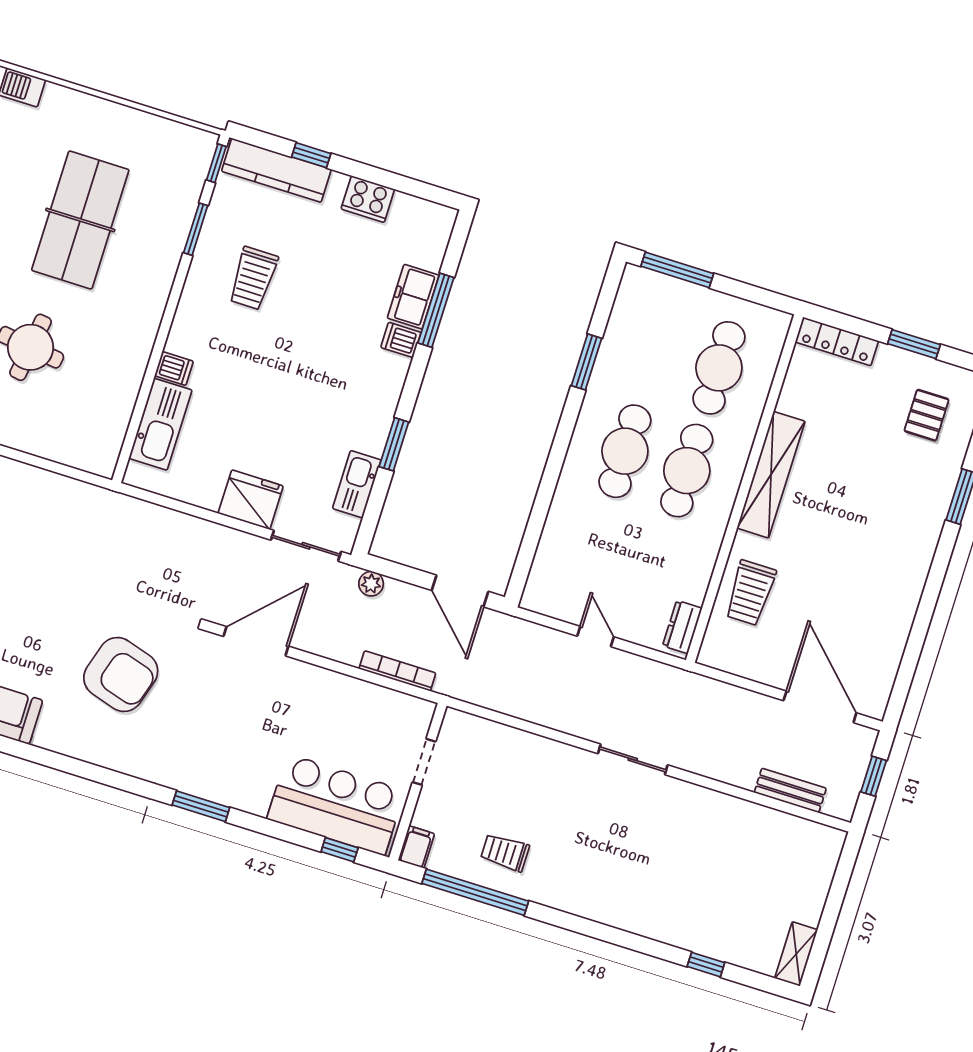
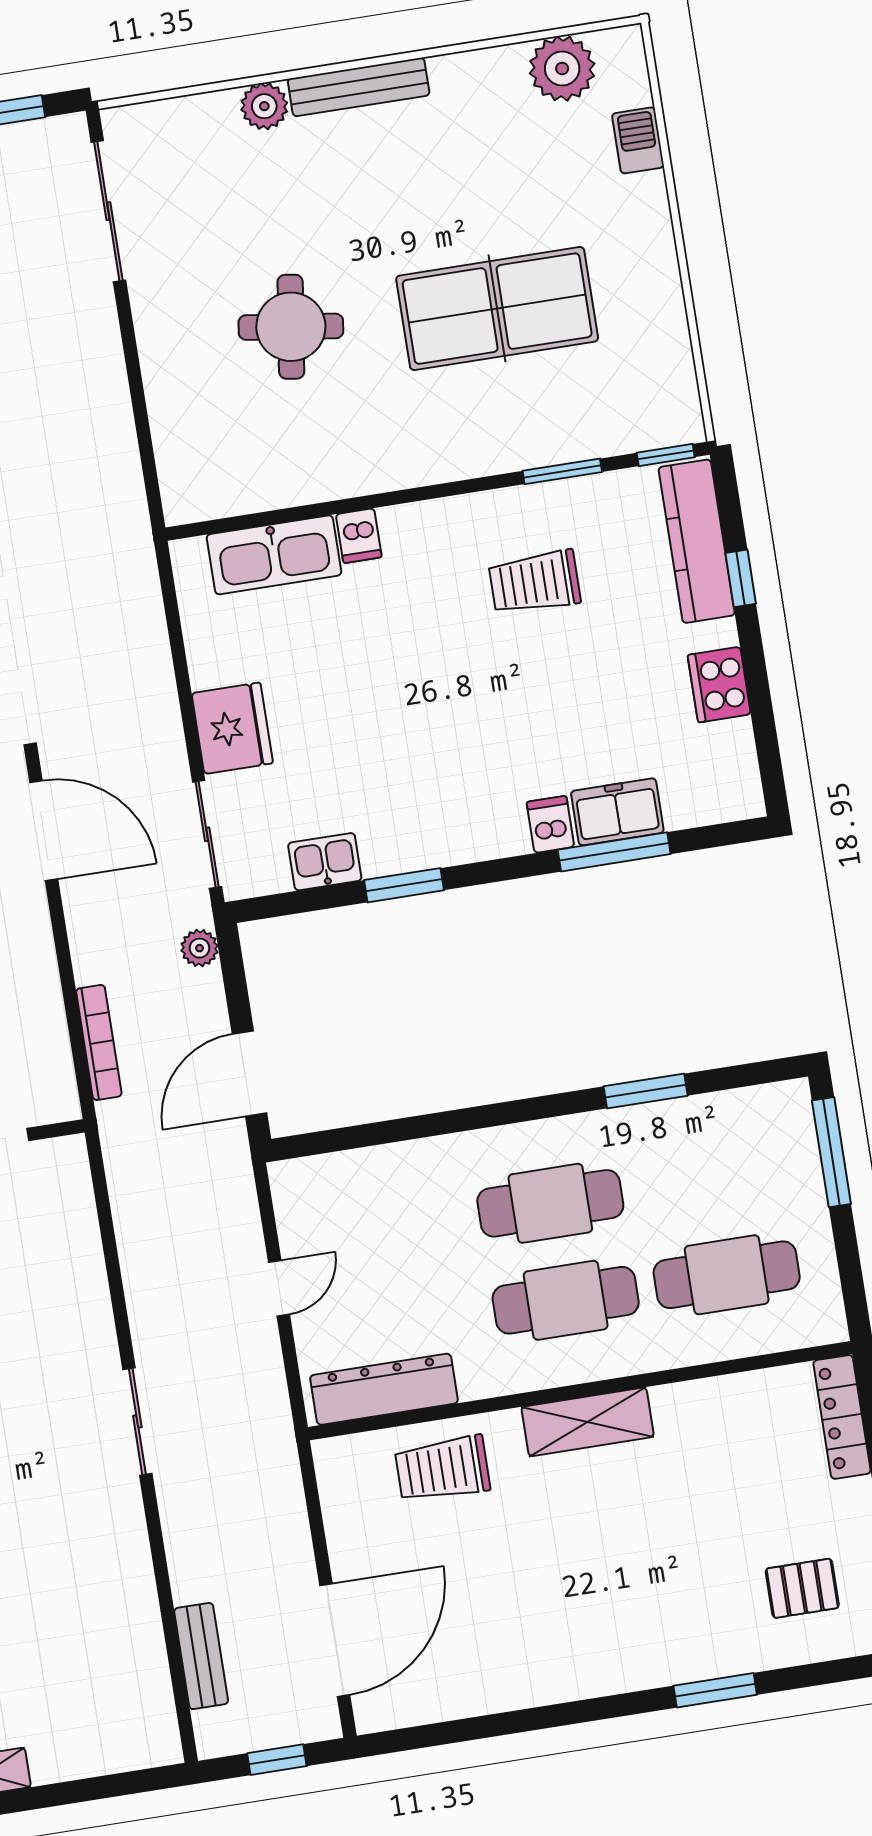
shelving: (771, 475) -> (588, 1422), width x0.68
kitchen sink: (357, 484) -> (325, 862), width x0.73
dresser: (682, 627) -> (384, 1389), width x1.96, depth x1.24

